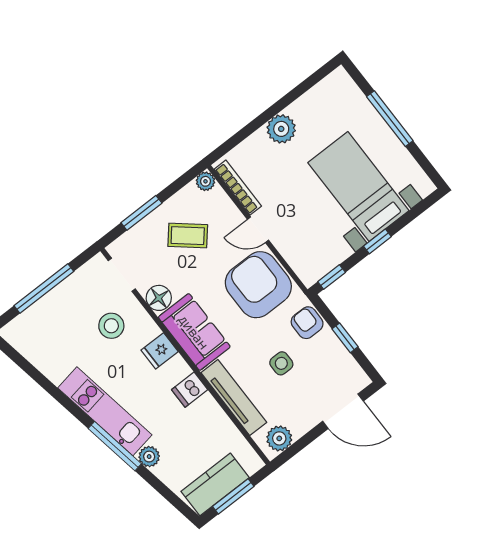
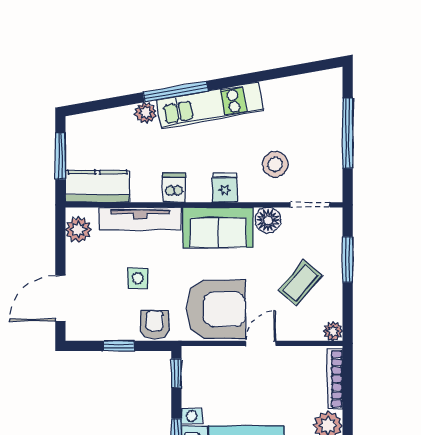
bookcase: (238, 188) -> (335, 379), moved, turned 90
armchair: (307, 323) -> (155, 325), turned -90
kitchen counter: (215, 484) -> (97, 186), moved, turned -90

